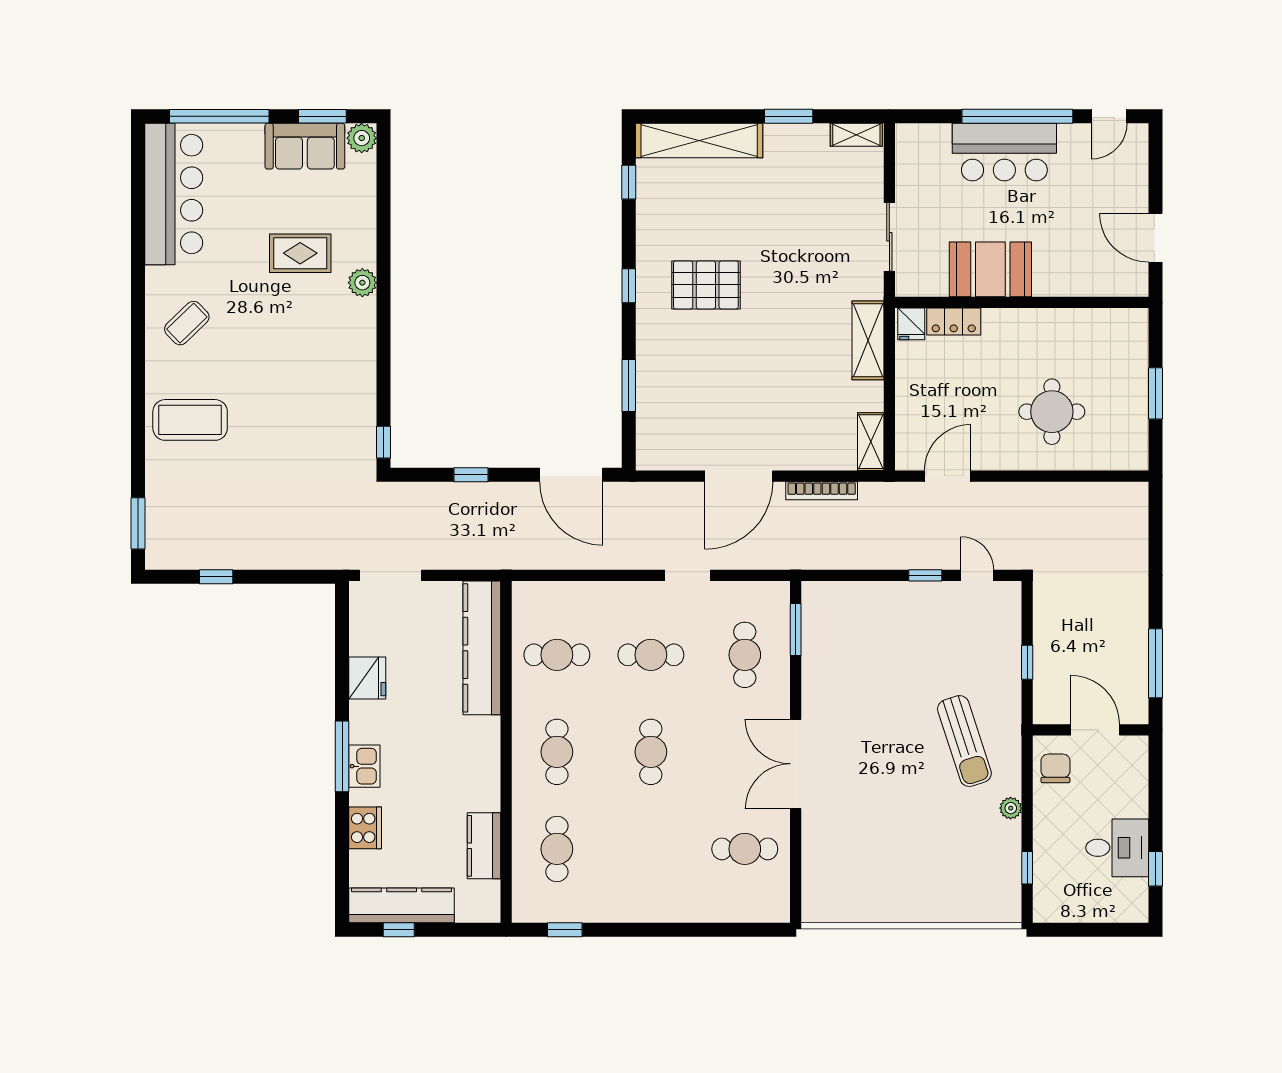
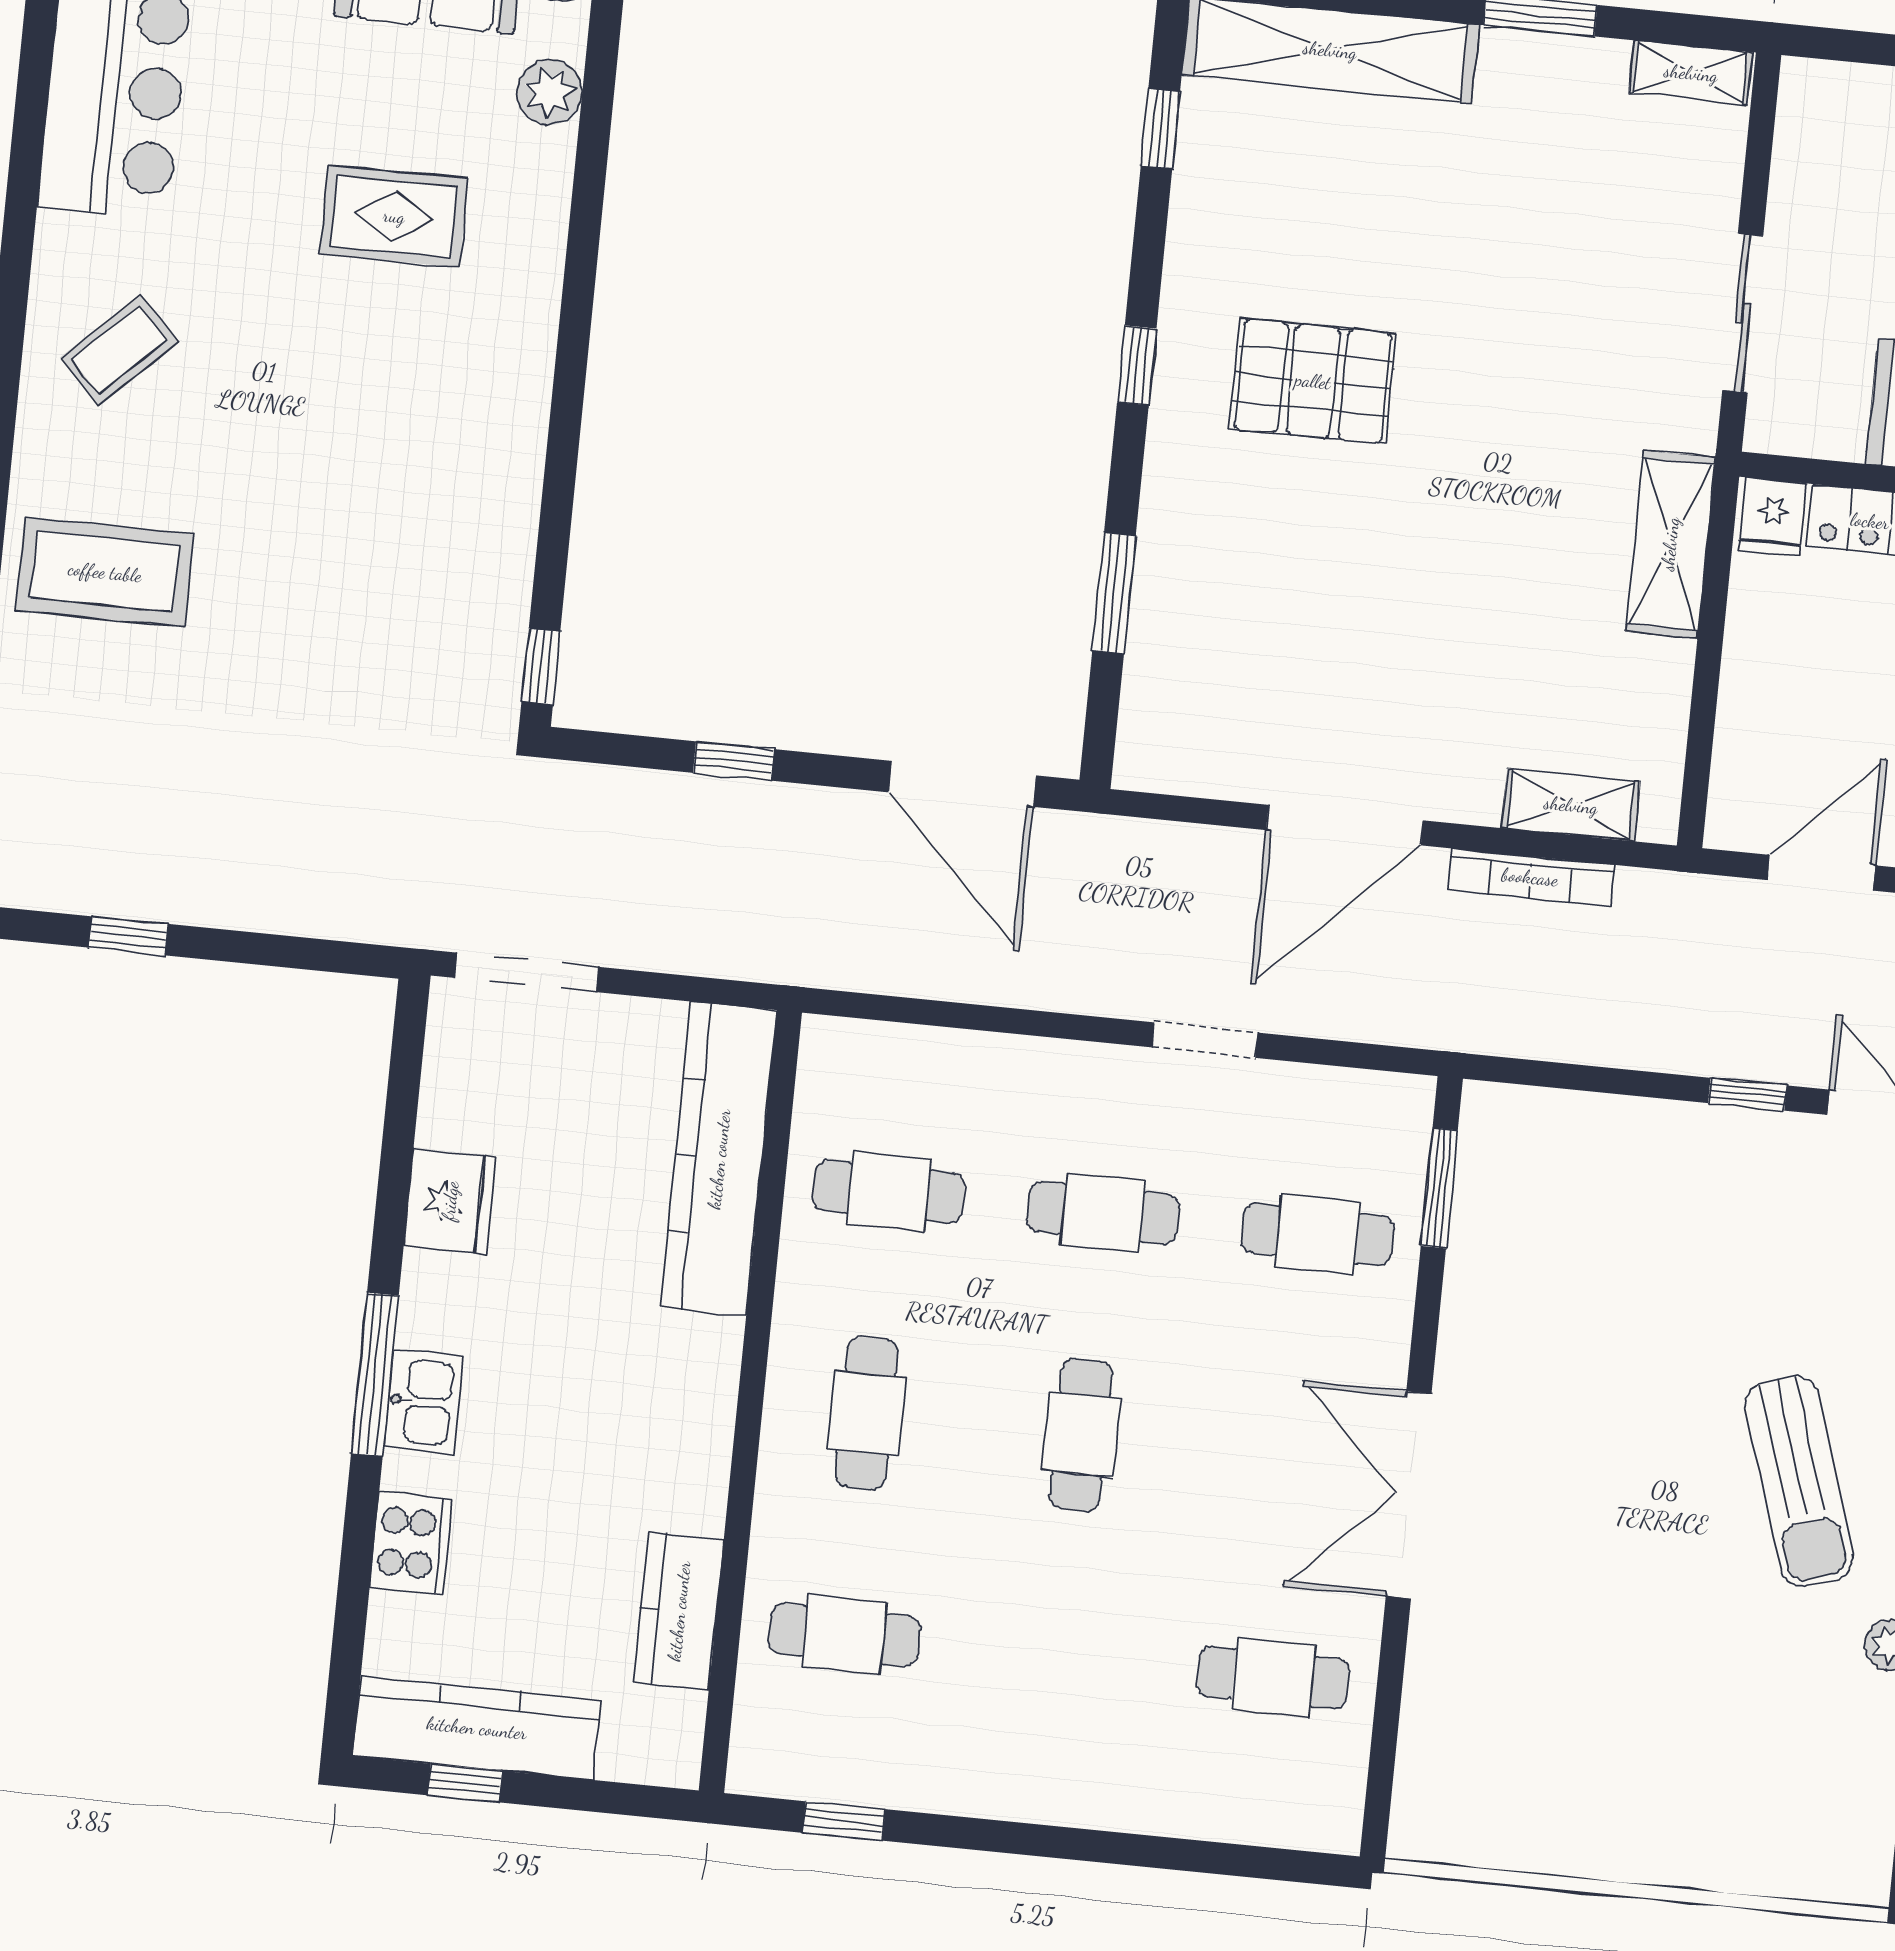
plant: (362, 283) -> (550, 92), moved
shelving: (871, 442) -> (1571, 805), moved, turned 90
cafe table: (745, 655) -> (1317, 1234), turned 90
cafe table: (557, 849) -> (844, 1635), turned 90

